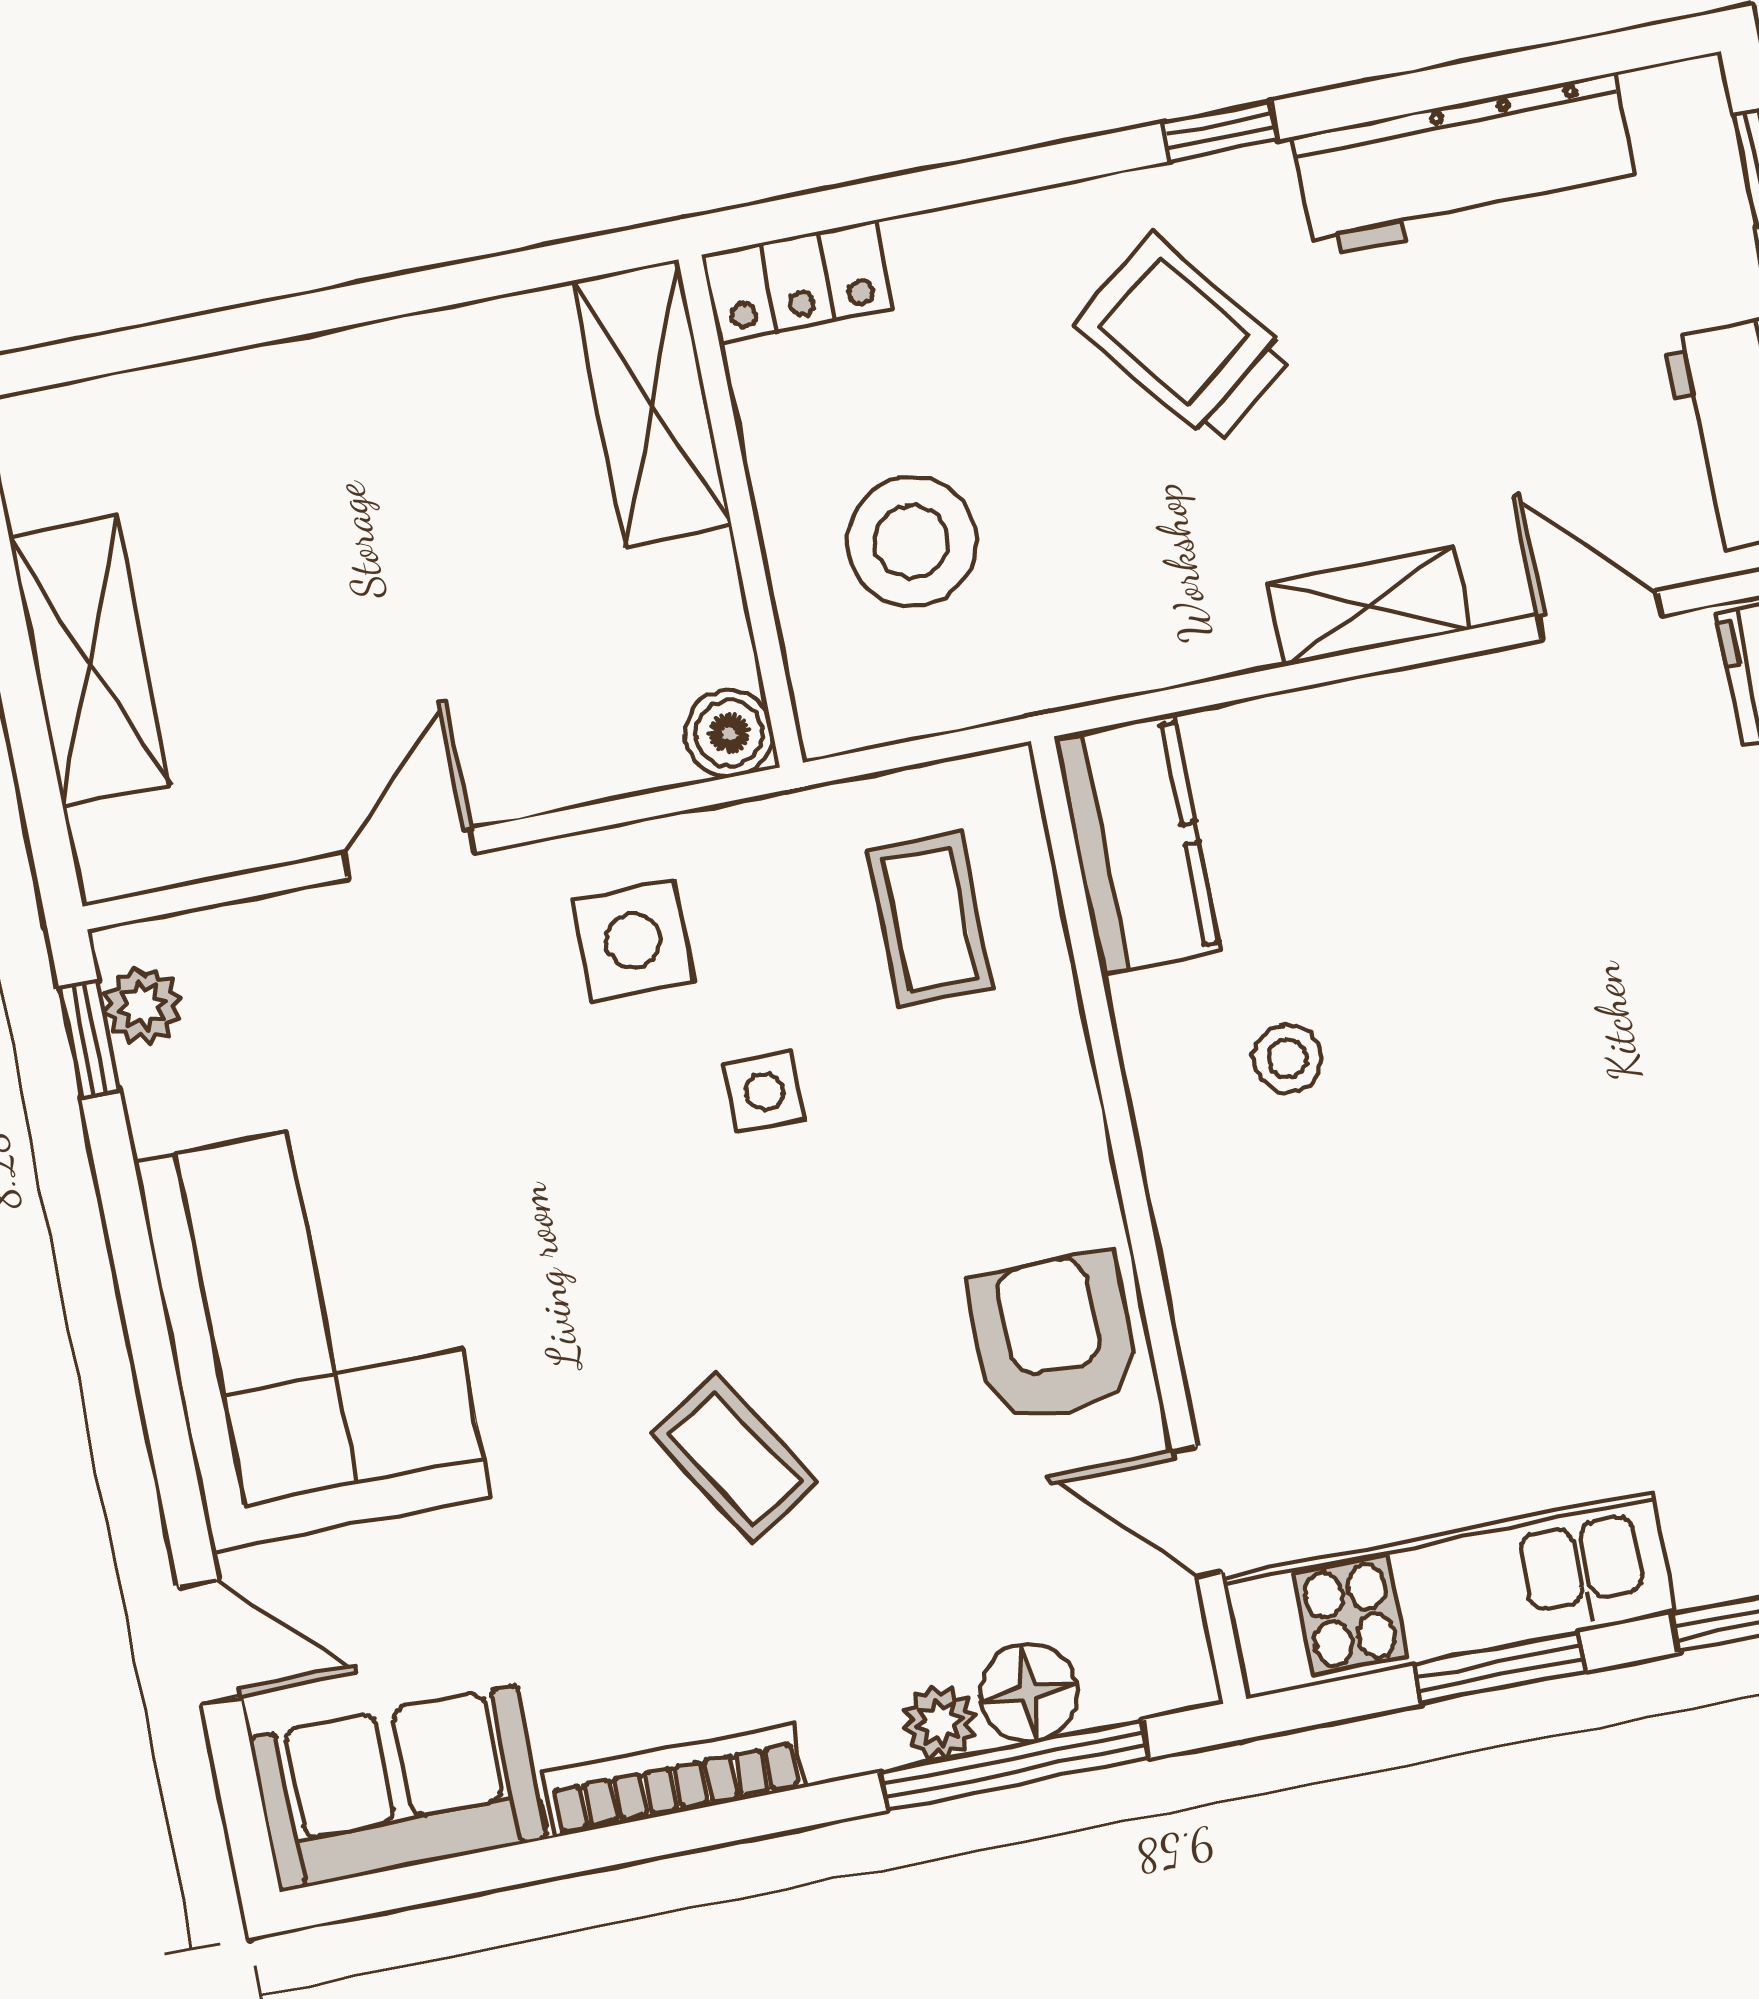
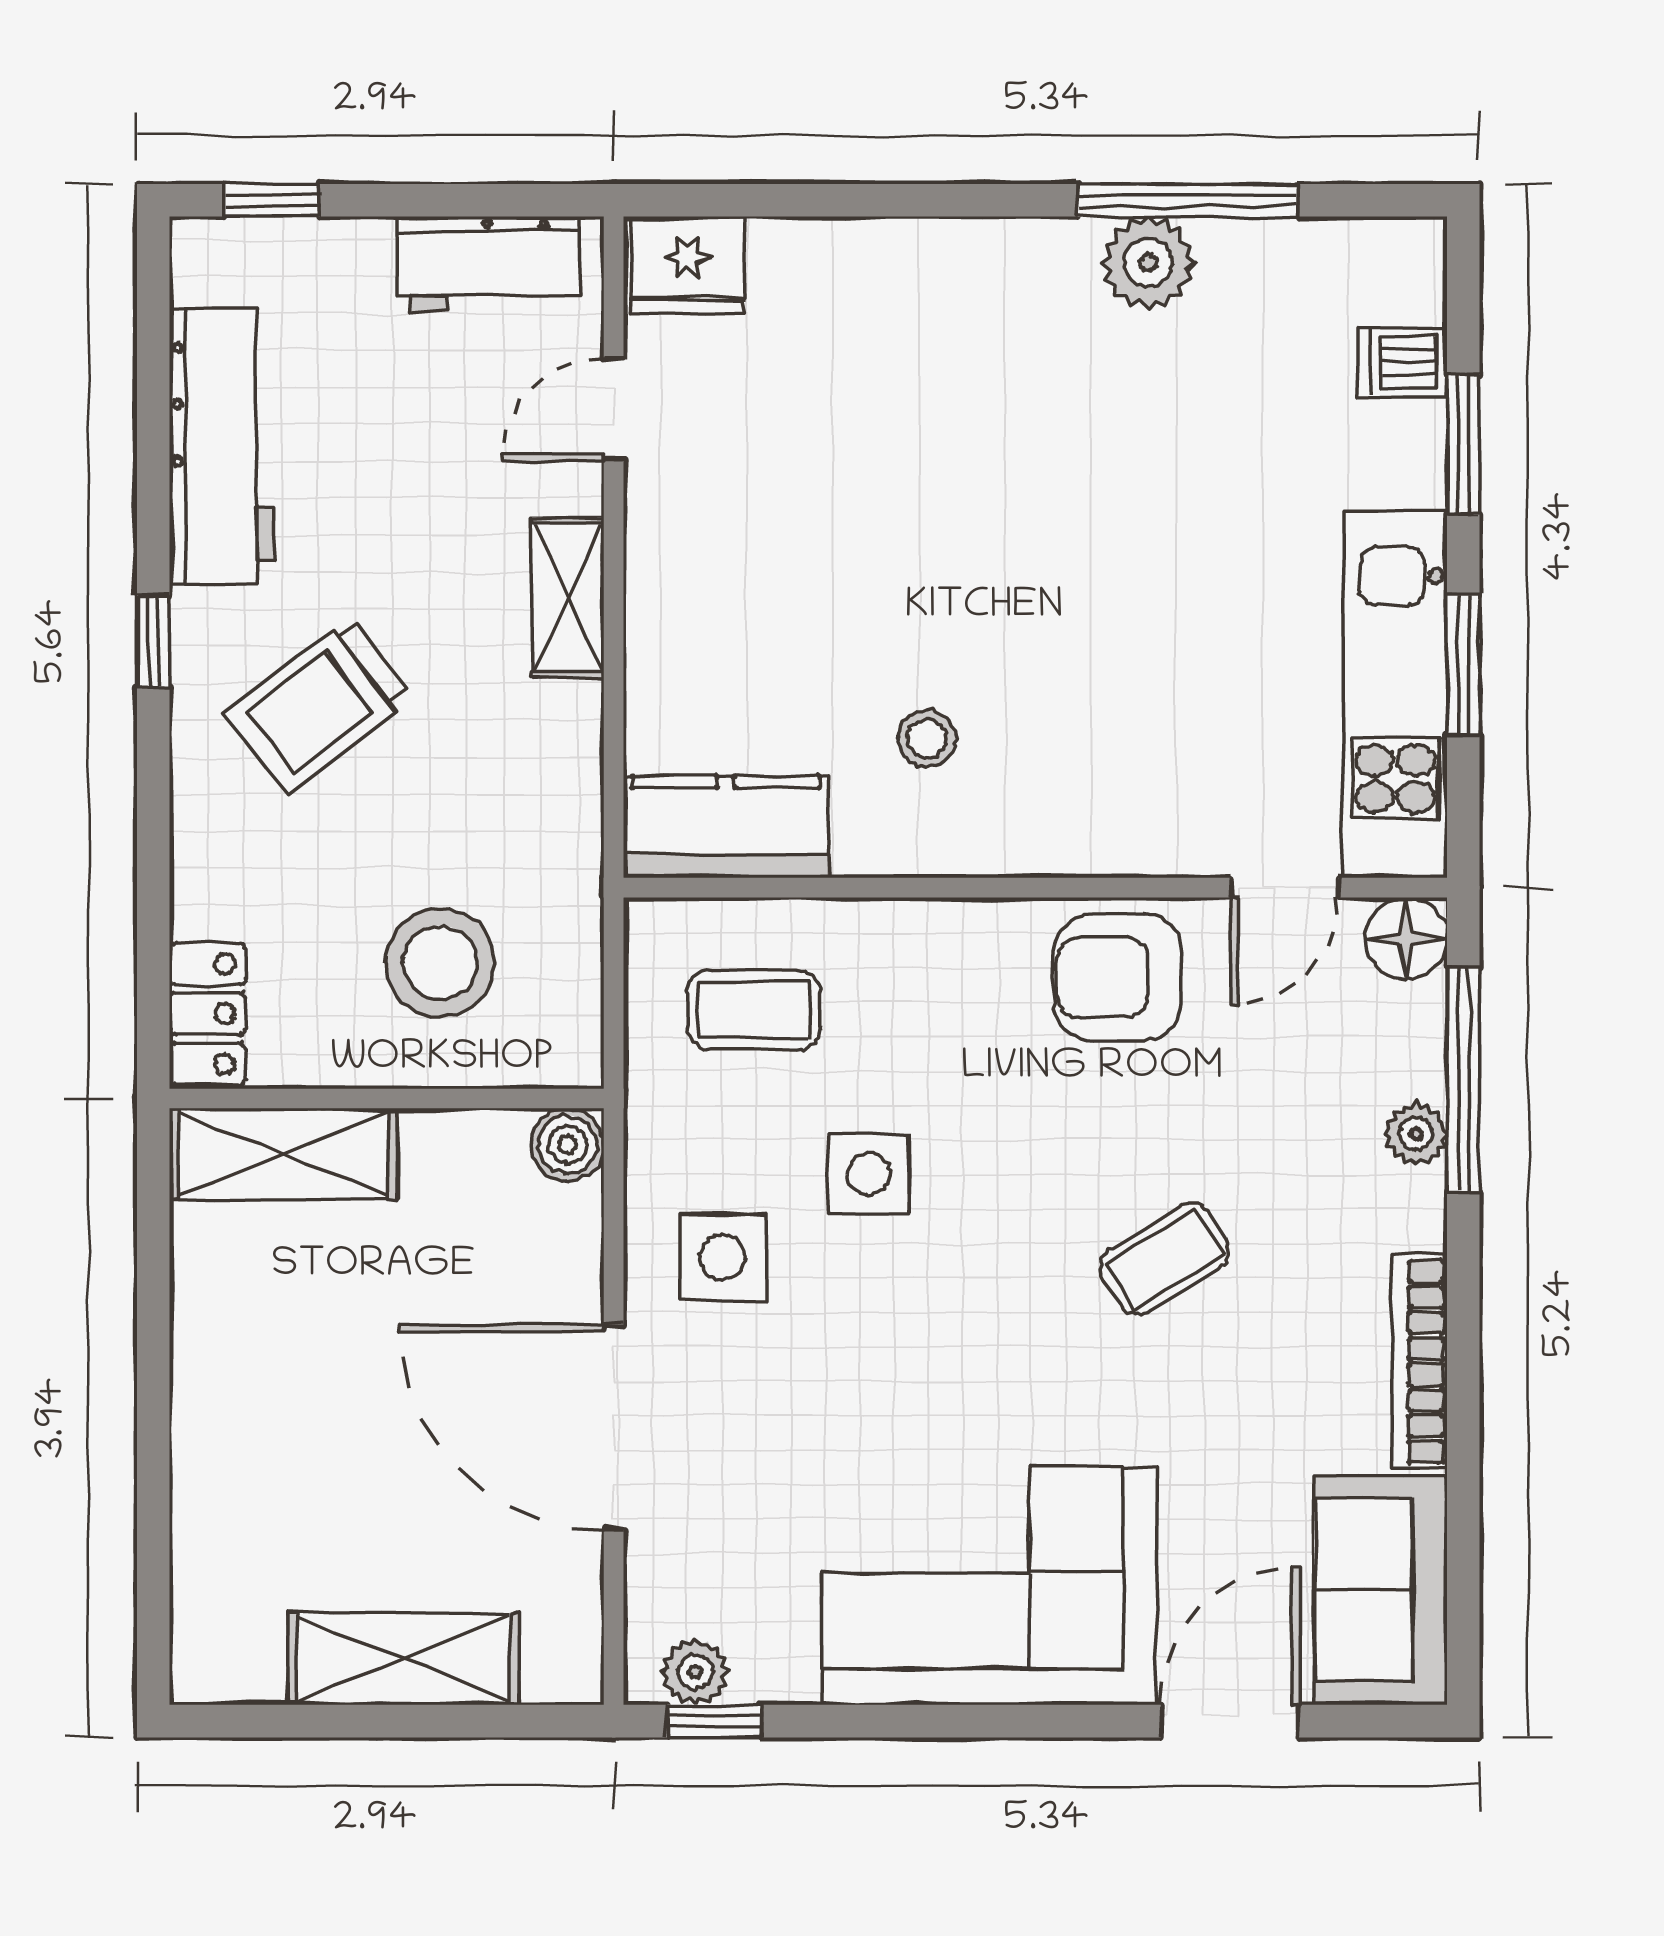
door: (410, 853) -> (614, 1427), width x1.88
side table: (765, 1092) -> (869, 1174), width x1.37, depth x1.37
door: (210, 1642) -> (1230, 1721), width x1.38
floor lamp: (1029, 1693) -> (1406, 938), moved

